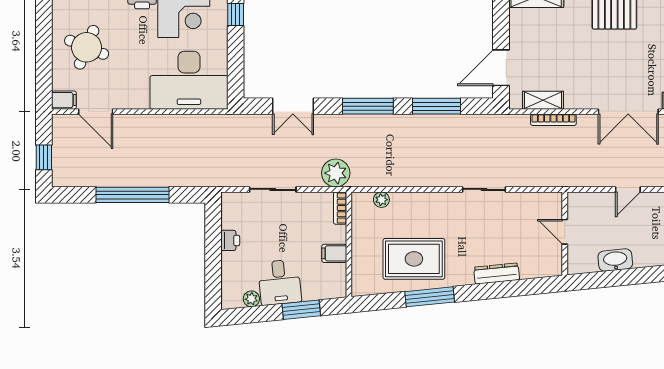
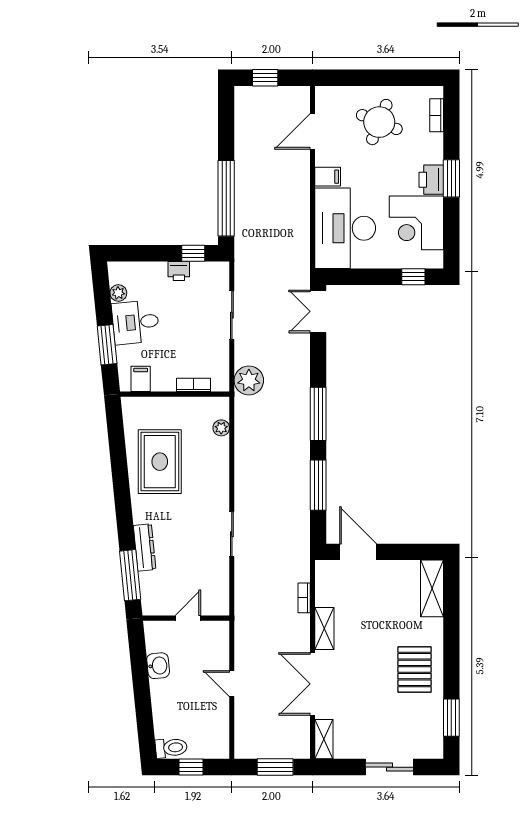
filing cabinet: (64, 100) -> (328, 177), moved, turned -90
shelving: (543, 100) -> (324, 628), moved
double door: (293, 106) -> (318, 311), moved
bookcase: (553, 120) -> (304, 598), width x0.64
window: (132, 195) -> (226, 198), moved
bookcase: (340, 208) -> (194, 385), moved
window: (213, 227) -> (193, 253), added
filing cabinet: (334, 253) -> (141, 379), moved
washbasin: (615, 260) -> (158, 666), width x0.72
window: (430, 297) -> (130, 575), moved

